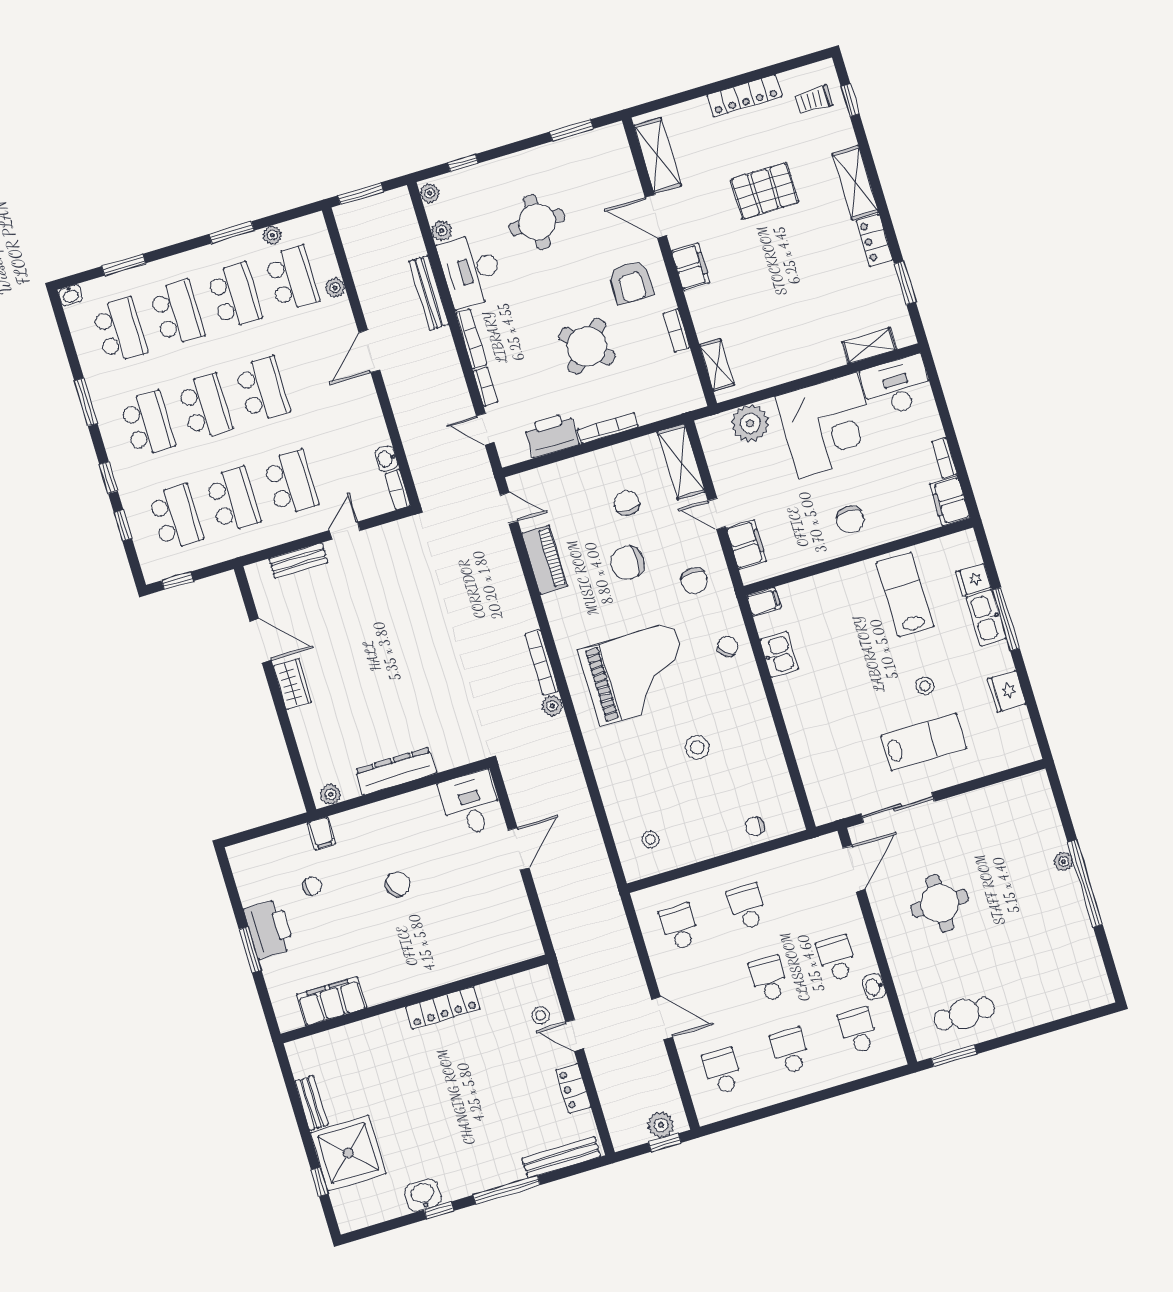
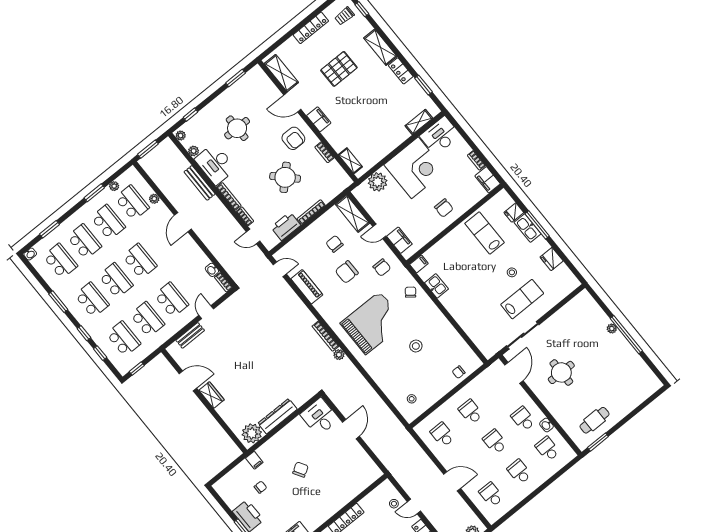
plant: (331, 794) -> (252, 433), width x1.88, depth x1.88

